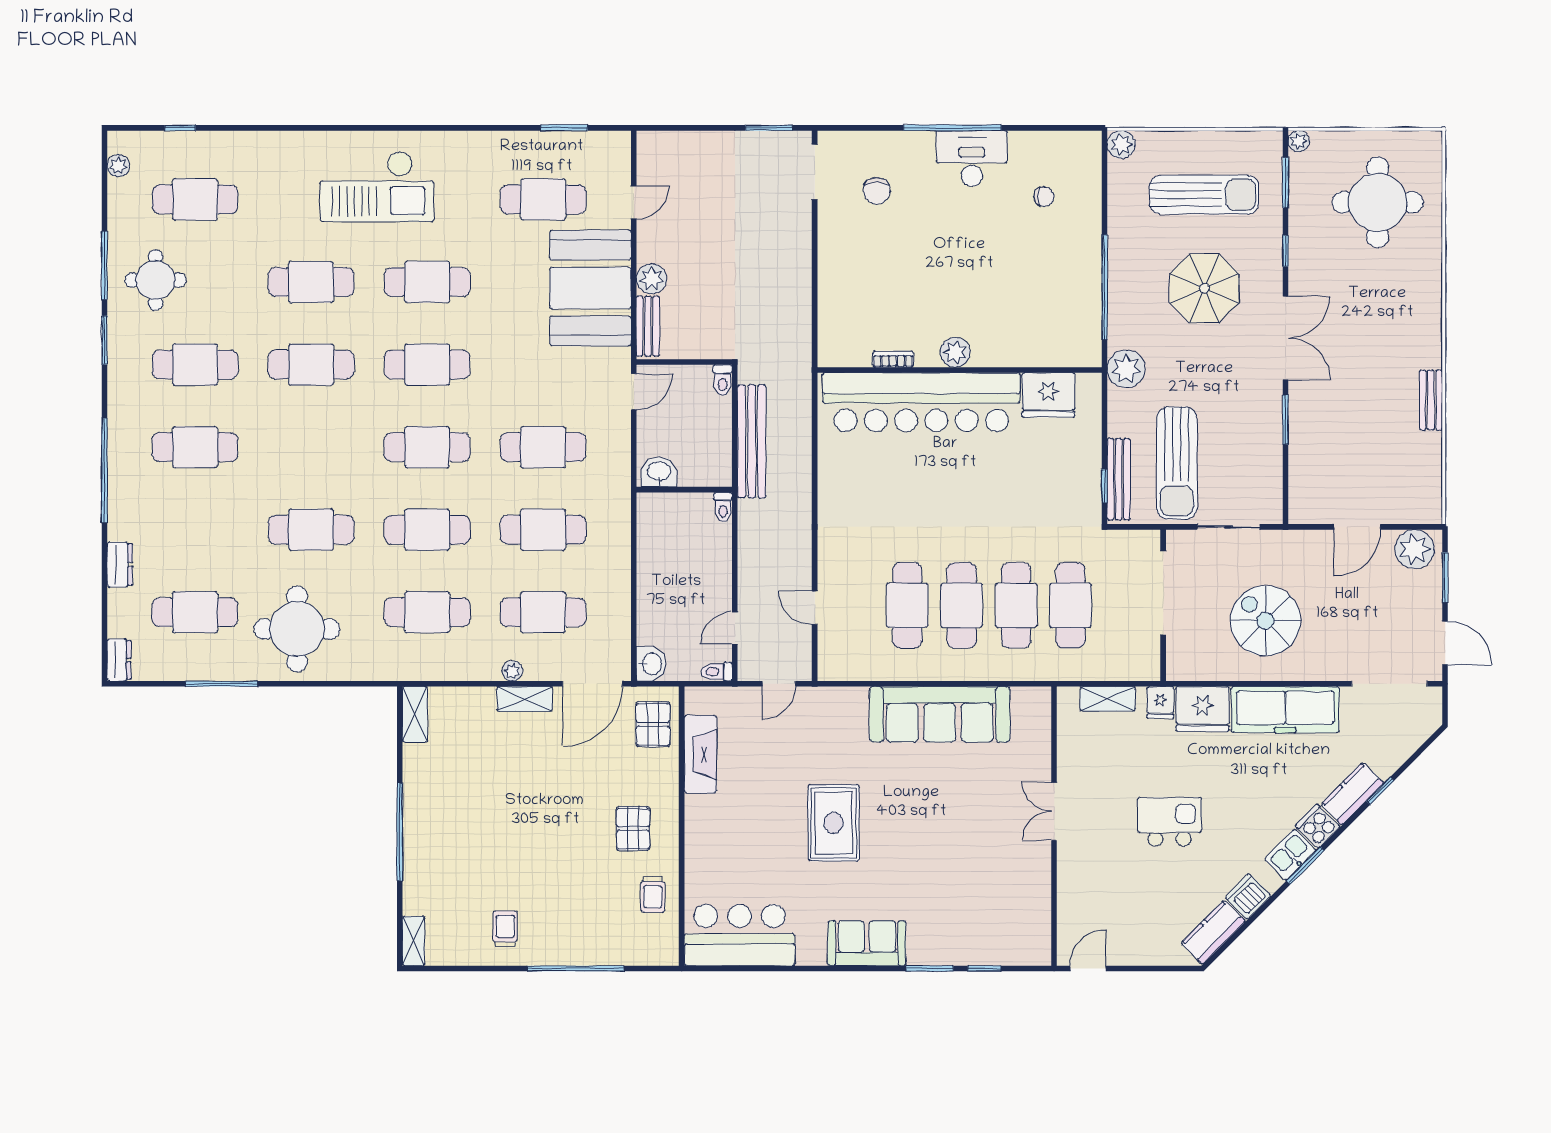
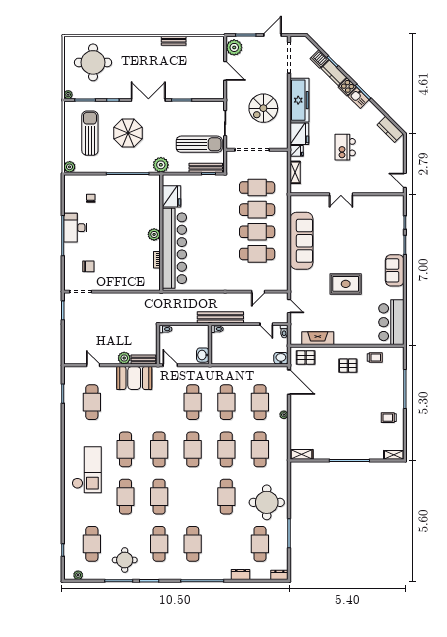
booth: (590, 288) -> (134, 378), width x0.73, depth x0.70
bench: (752, 441) -> (220, 317), moved
shelving: (525, 699) -> (295, 410), removed
dishwasher: (1248, 896) -> (319, 59), moved

